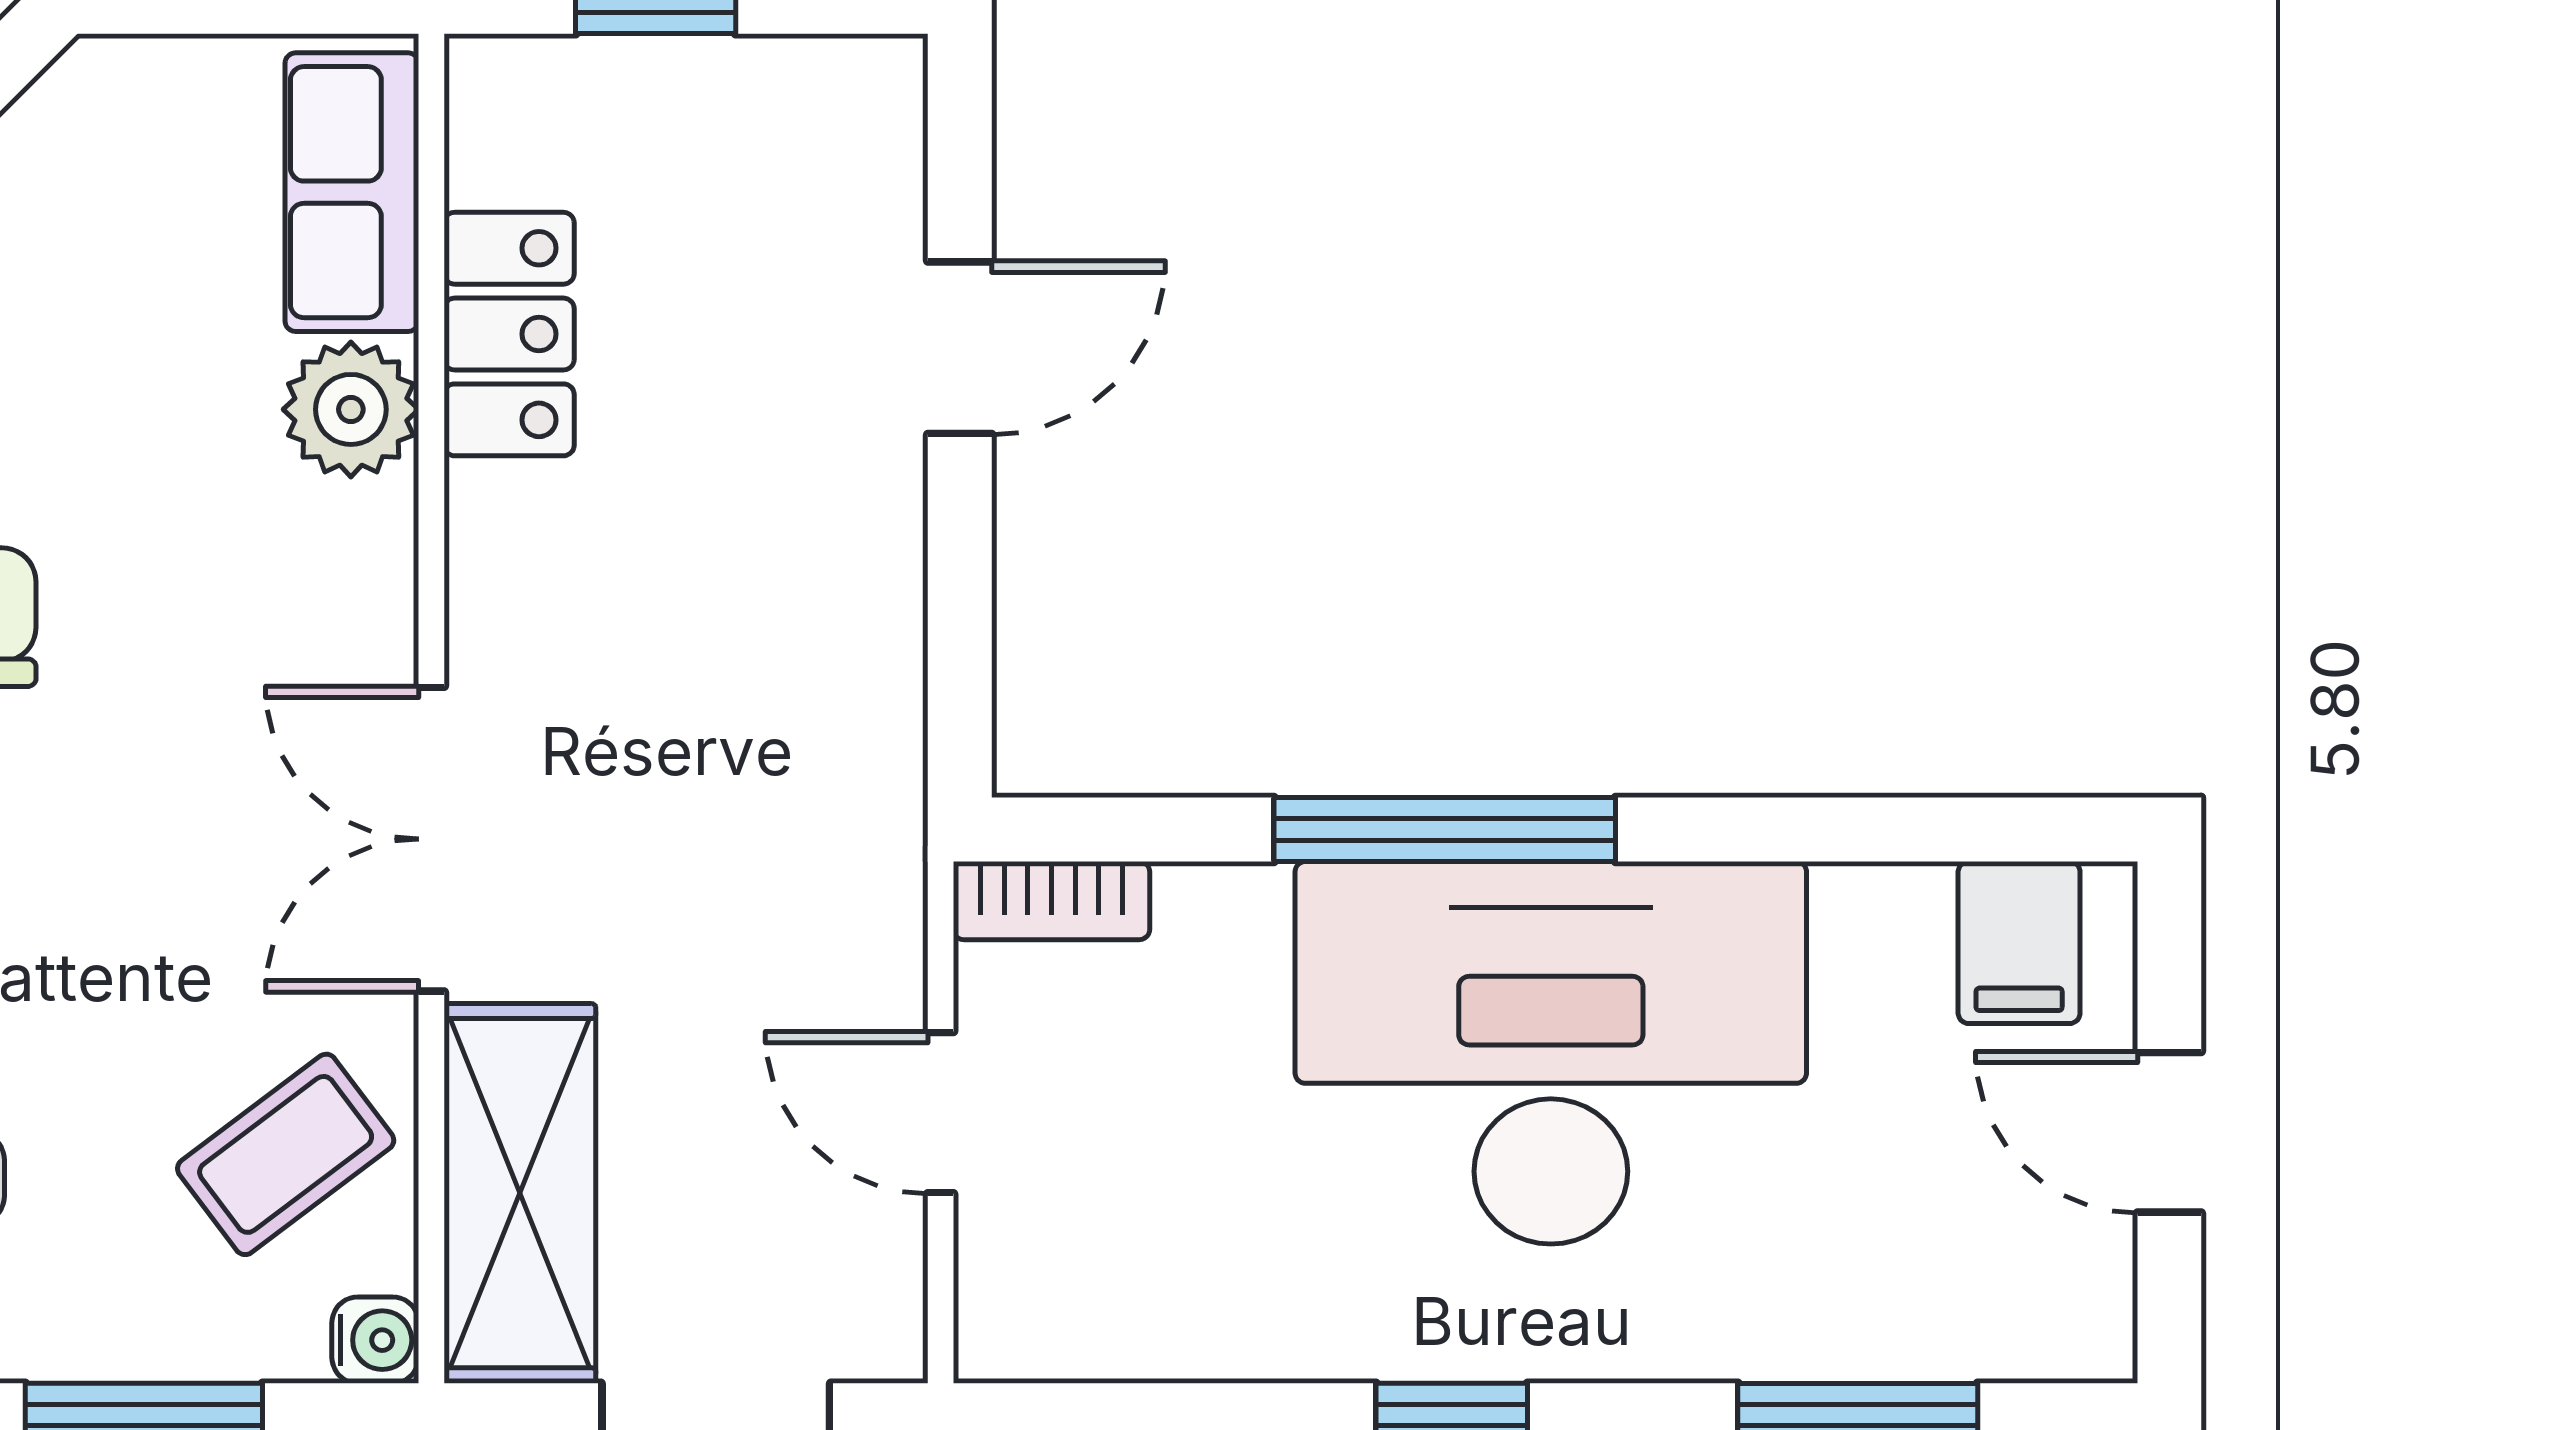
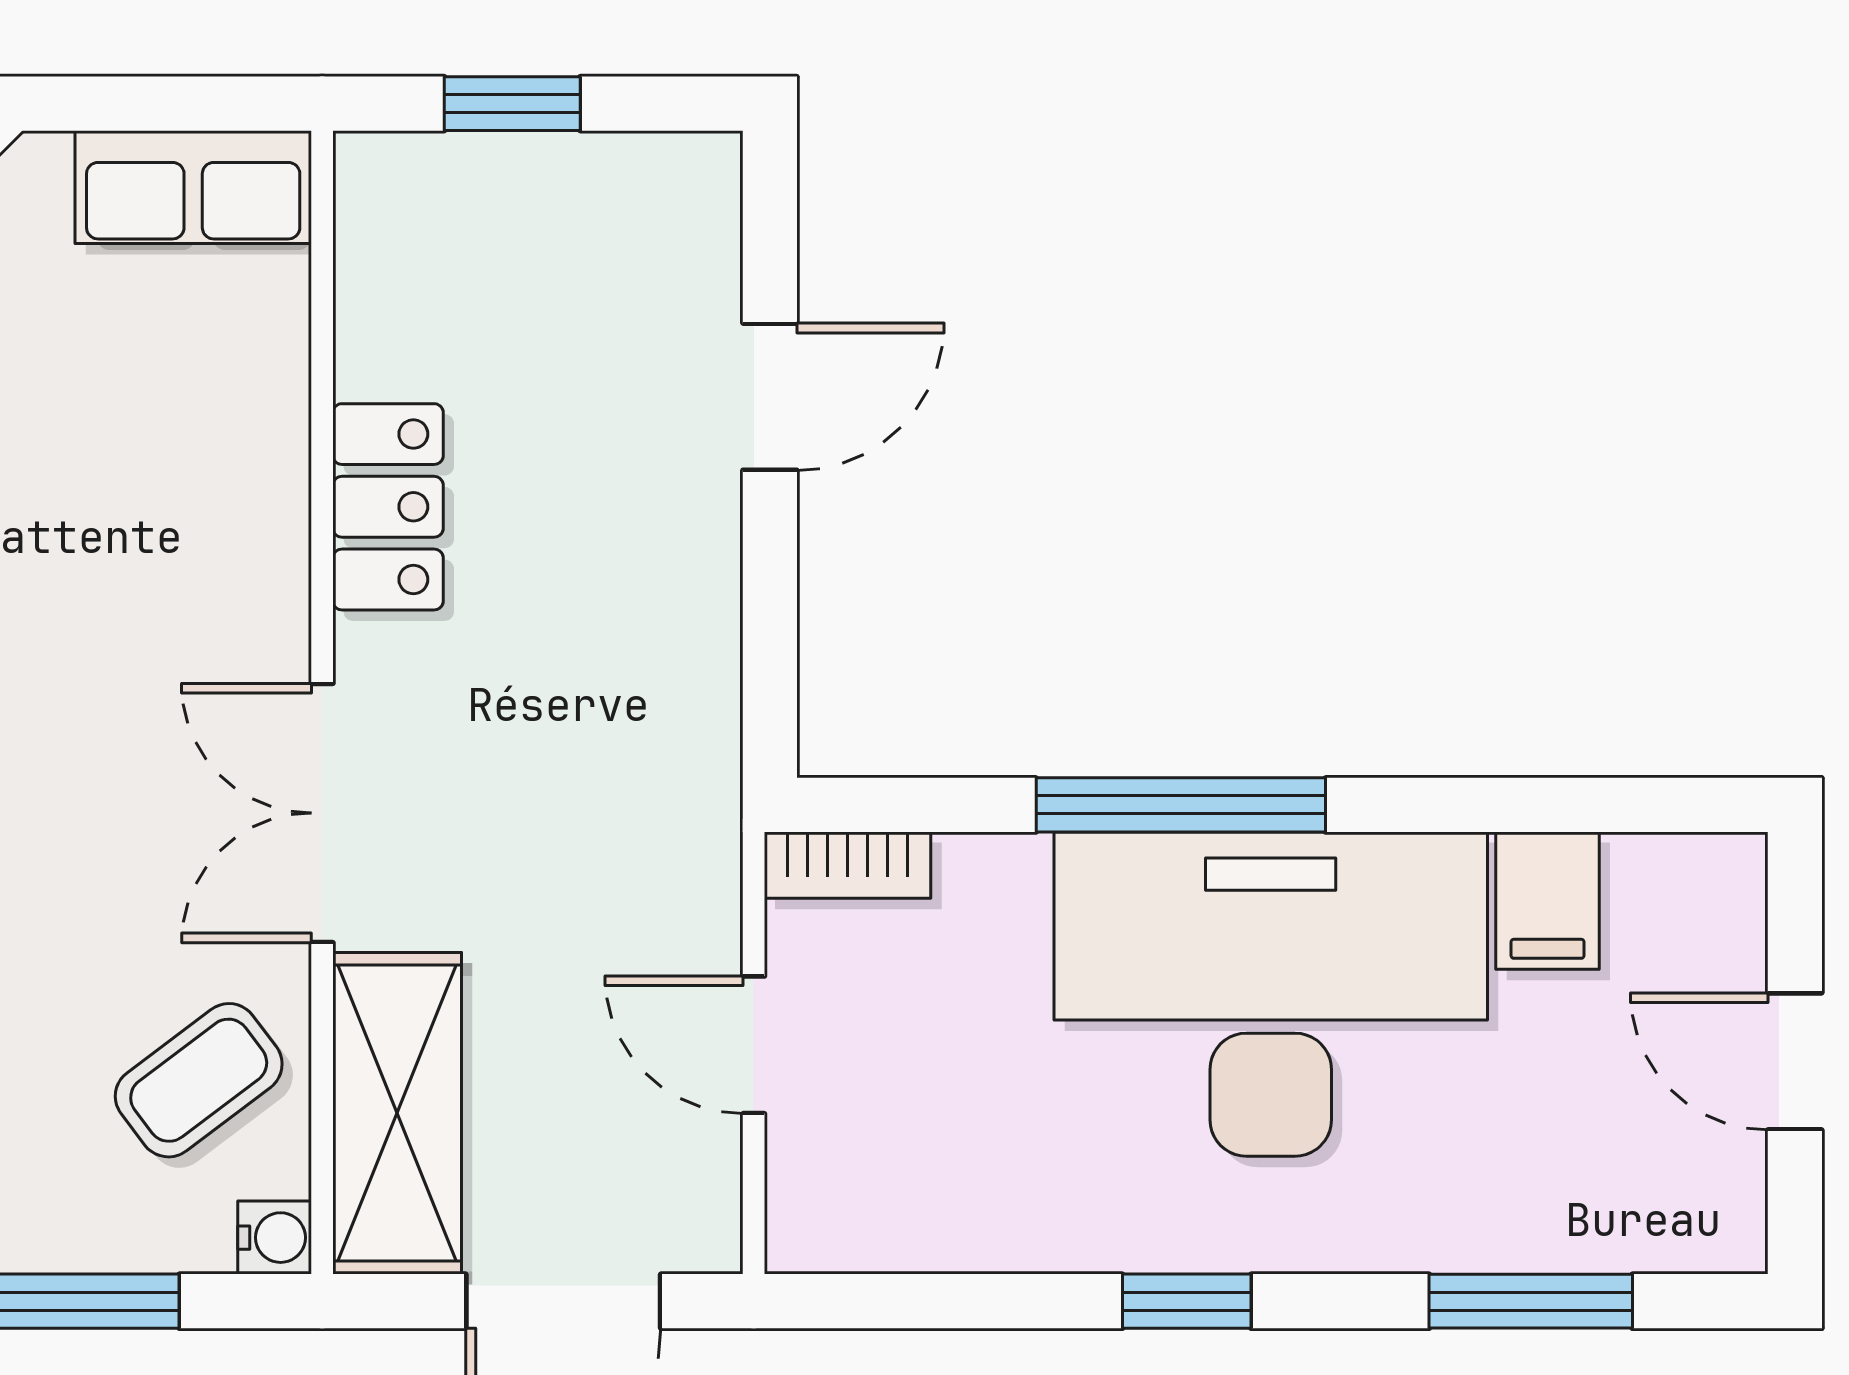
row of seats: (352, 192) -> (193, 187), moved, turned -90
locker: (509, 334) -> (388, 507), moved
plant: (351, 409) -> (254, 449), removed
filing cabinet: (2019, 942) -> (1548, 901), moved

